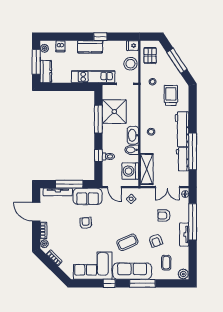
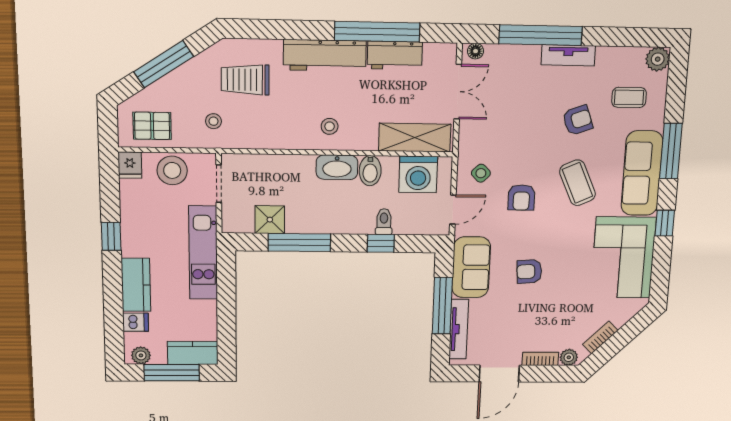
kitchen counter: (90, 47) -> (136, 285), moved
shower: (114, 112) -> (270, 220), width x0.54, depth x0.54
armchair: (164, 216) -> (521, 197), moved

